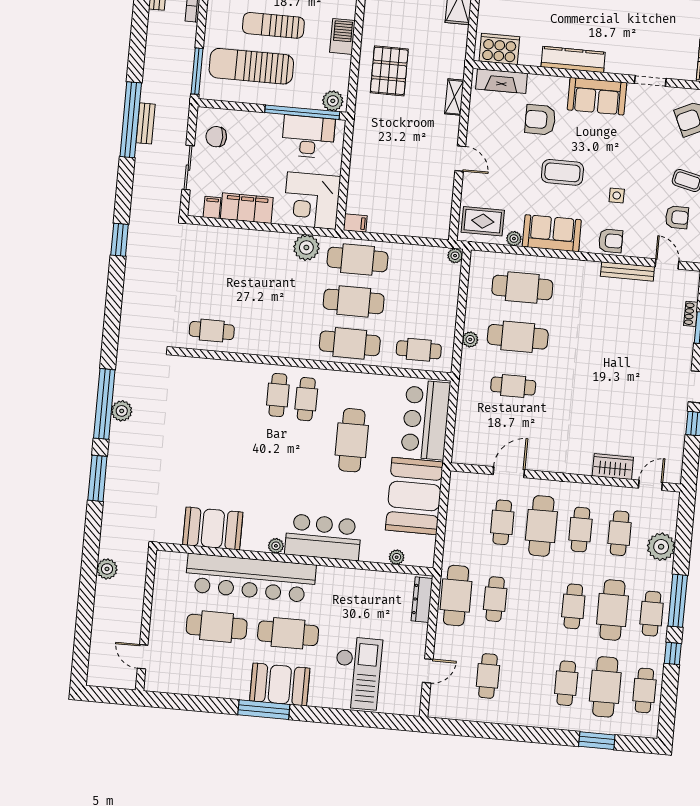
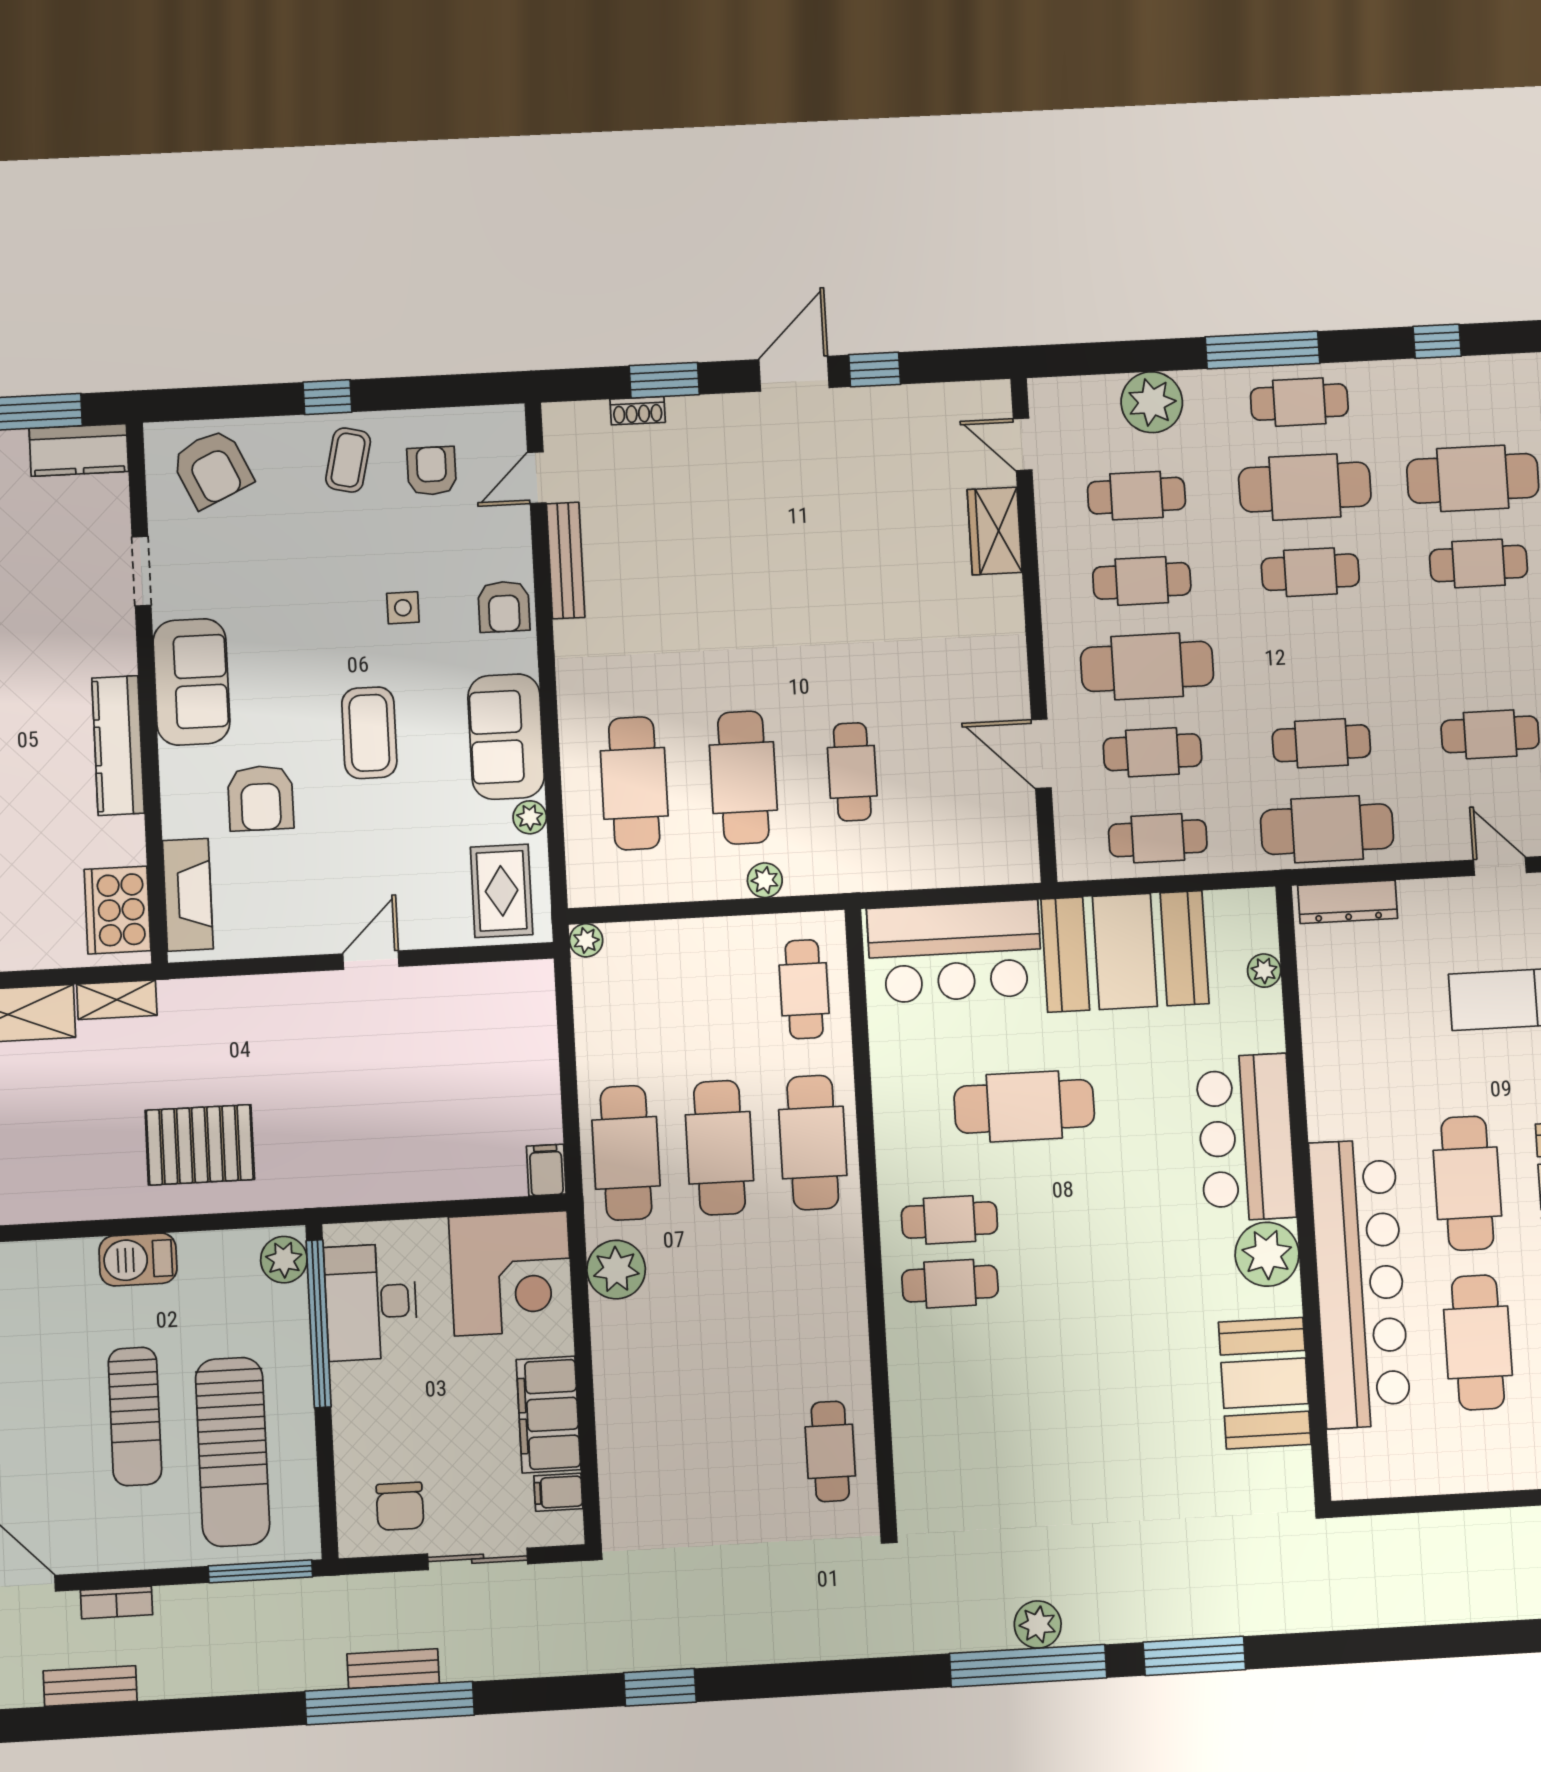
shelving: (454, 97) -> (117, 1000), moved
armchair: (611, 241) -> (504, 607), turned 180
plant: (276, 546) -> (1267, 1254), width x1.87, depth x1.87
plant: (107, 569) -> (1390, 1604), removed
window: (673, 653) -> (1437, 341), moved
cafe table: (644, 690) -> (1158, 838), moved

